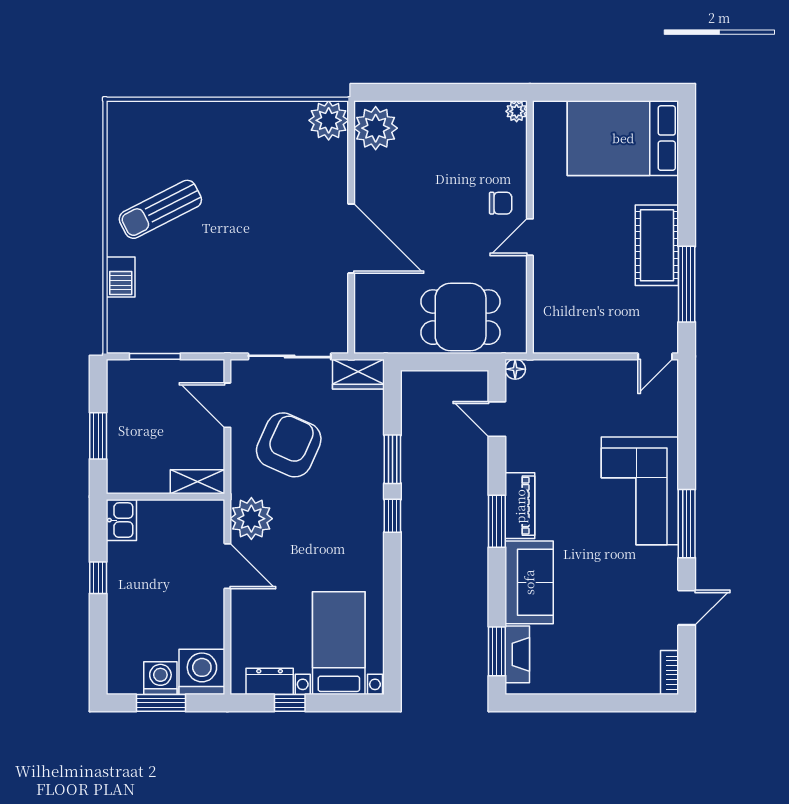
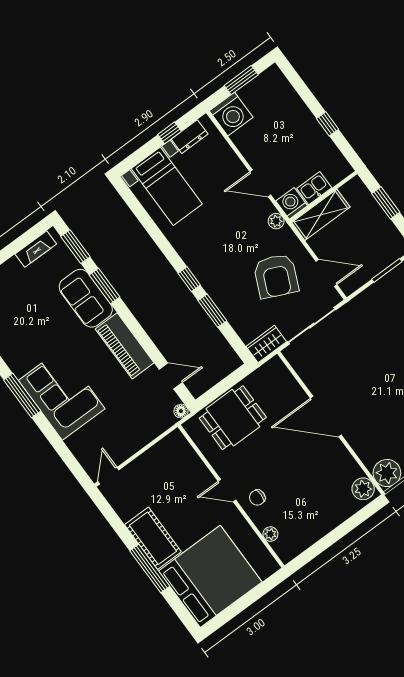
plant: (517, 111) -> (270, 534), moved
plant: (376, 128) -> (363, 489), width x0.73, depth x0.73
bed: (623, 138) -> (210, 576), width x1.36
door: (530, 237) -> (227, 491), swing flipped
window: (687, 284) -> (150, 568), moved
shelving: (198, 482) -> (321, 215), width x1.50, depth x1.33
piano: (520, 506) -> (125, 346), width x1.37, depth x1.33
plant: (251, 519) -> (276, 221), width x0.53, depth x0.53
kitchen sink: (121, 520) -> (314, 188), moved, turned 90
window: (497, 521) -> (104, 286), moved
fireplace: (517, 654) -> (36, 249), moved, turned -90
washing machine: (160, 678) -> (292, 203), moved, turned 180

